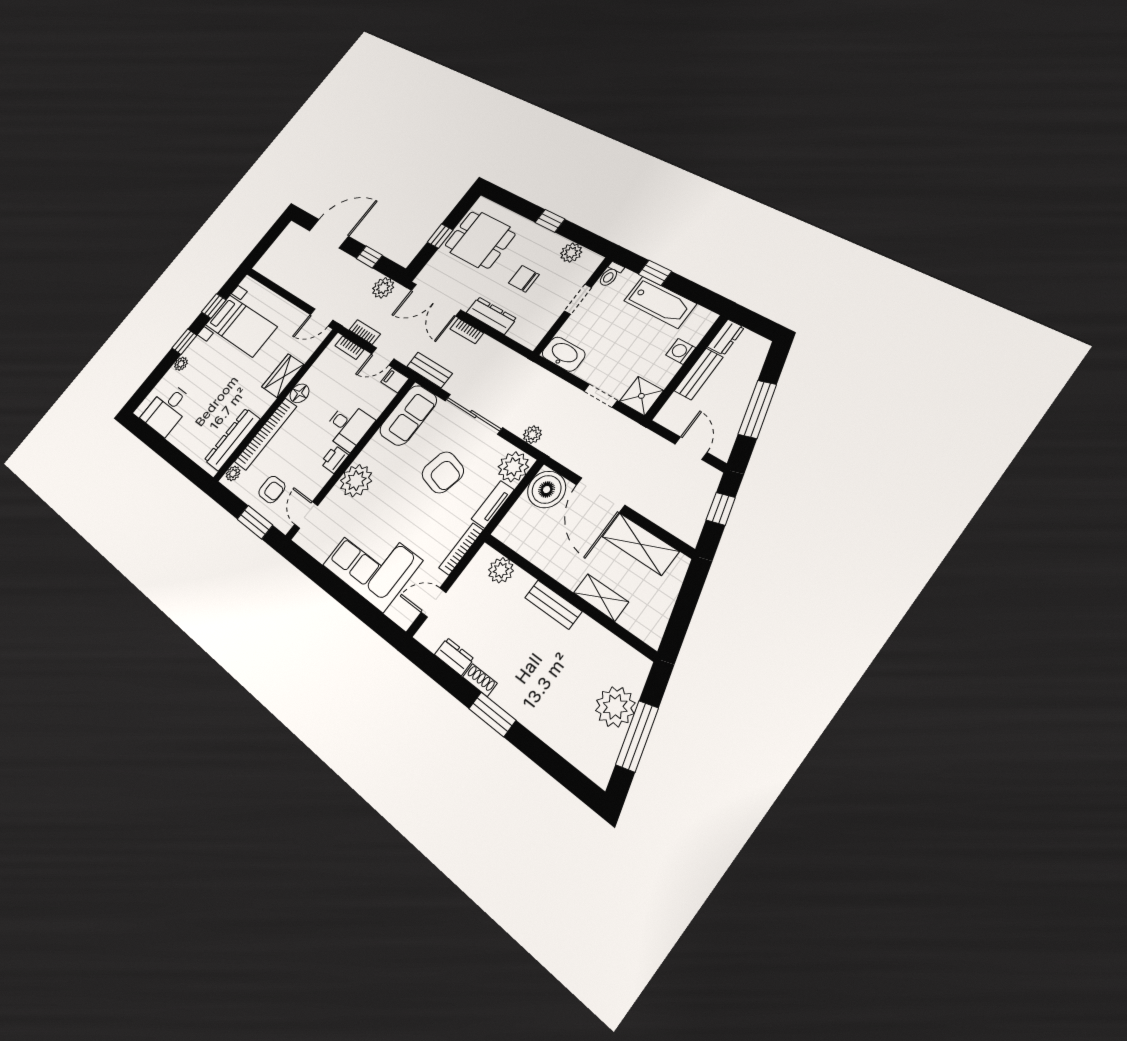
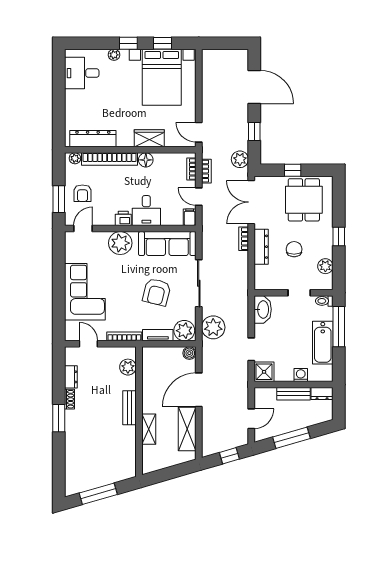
window: (655, 273) -> (339, 327), width x2.17
bed with nightstands: (241, 326) -> (162, 77), width x1.36
bench: (429, 370) -> (208, 234), removed
sofa: (408, 415) -> (167, 244), width x1.36
plant: (532, 435) -> (213, 327), width x1.88, depth x1.88
boiler: (547, 489) -> (189, 353), width x0.54, depth x0.54
plant: (615, 707) -> (104, 474), removed

